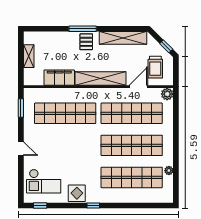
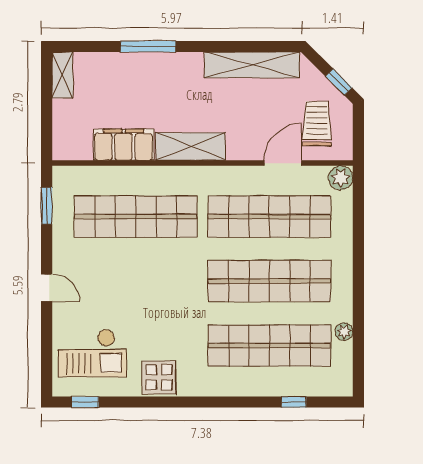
window: (83, 29) -> (148, 46), moved
pallet: (86, 42) -> (178, 73), removed
shelving: (29, 56) -> (62, 75), moved
trolley: (155, 67) -> (317, 124), turned 180
shelving: (100, 78) -> (190, 147), width x0.68
window: (93, 205) -> (294, 402), moved

